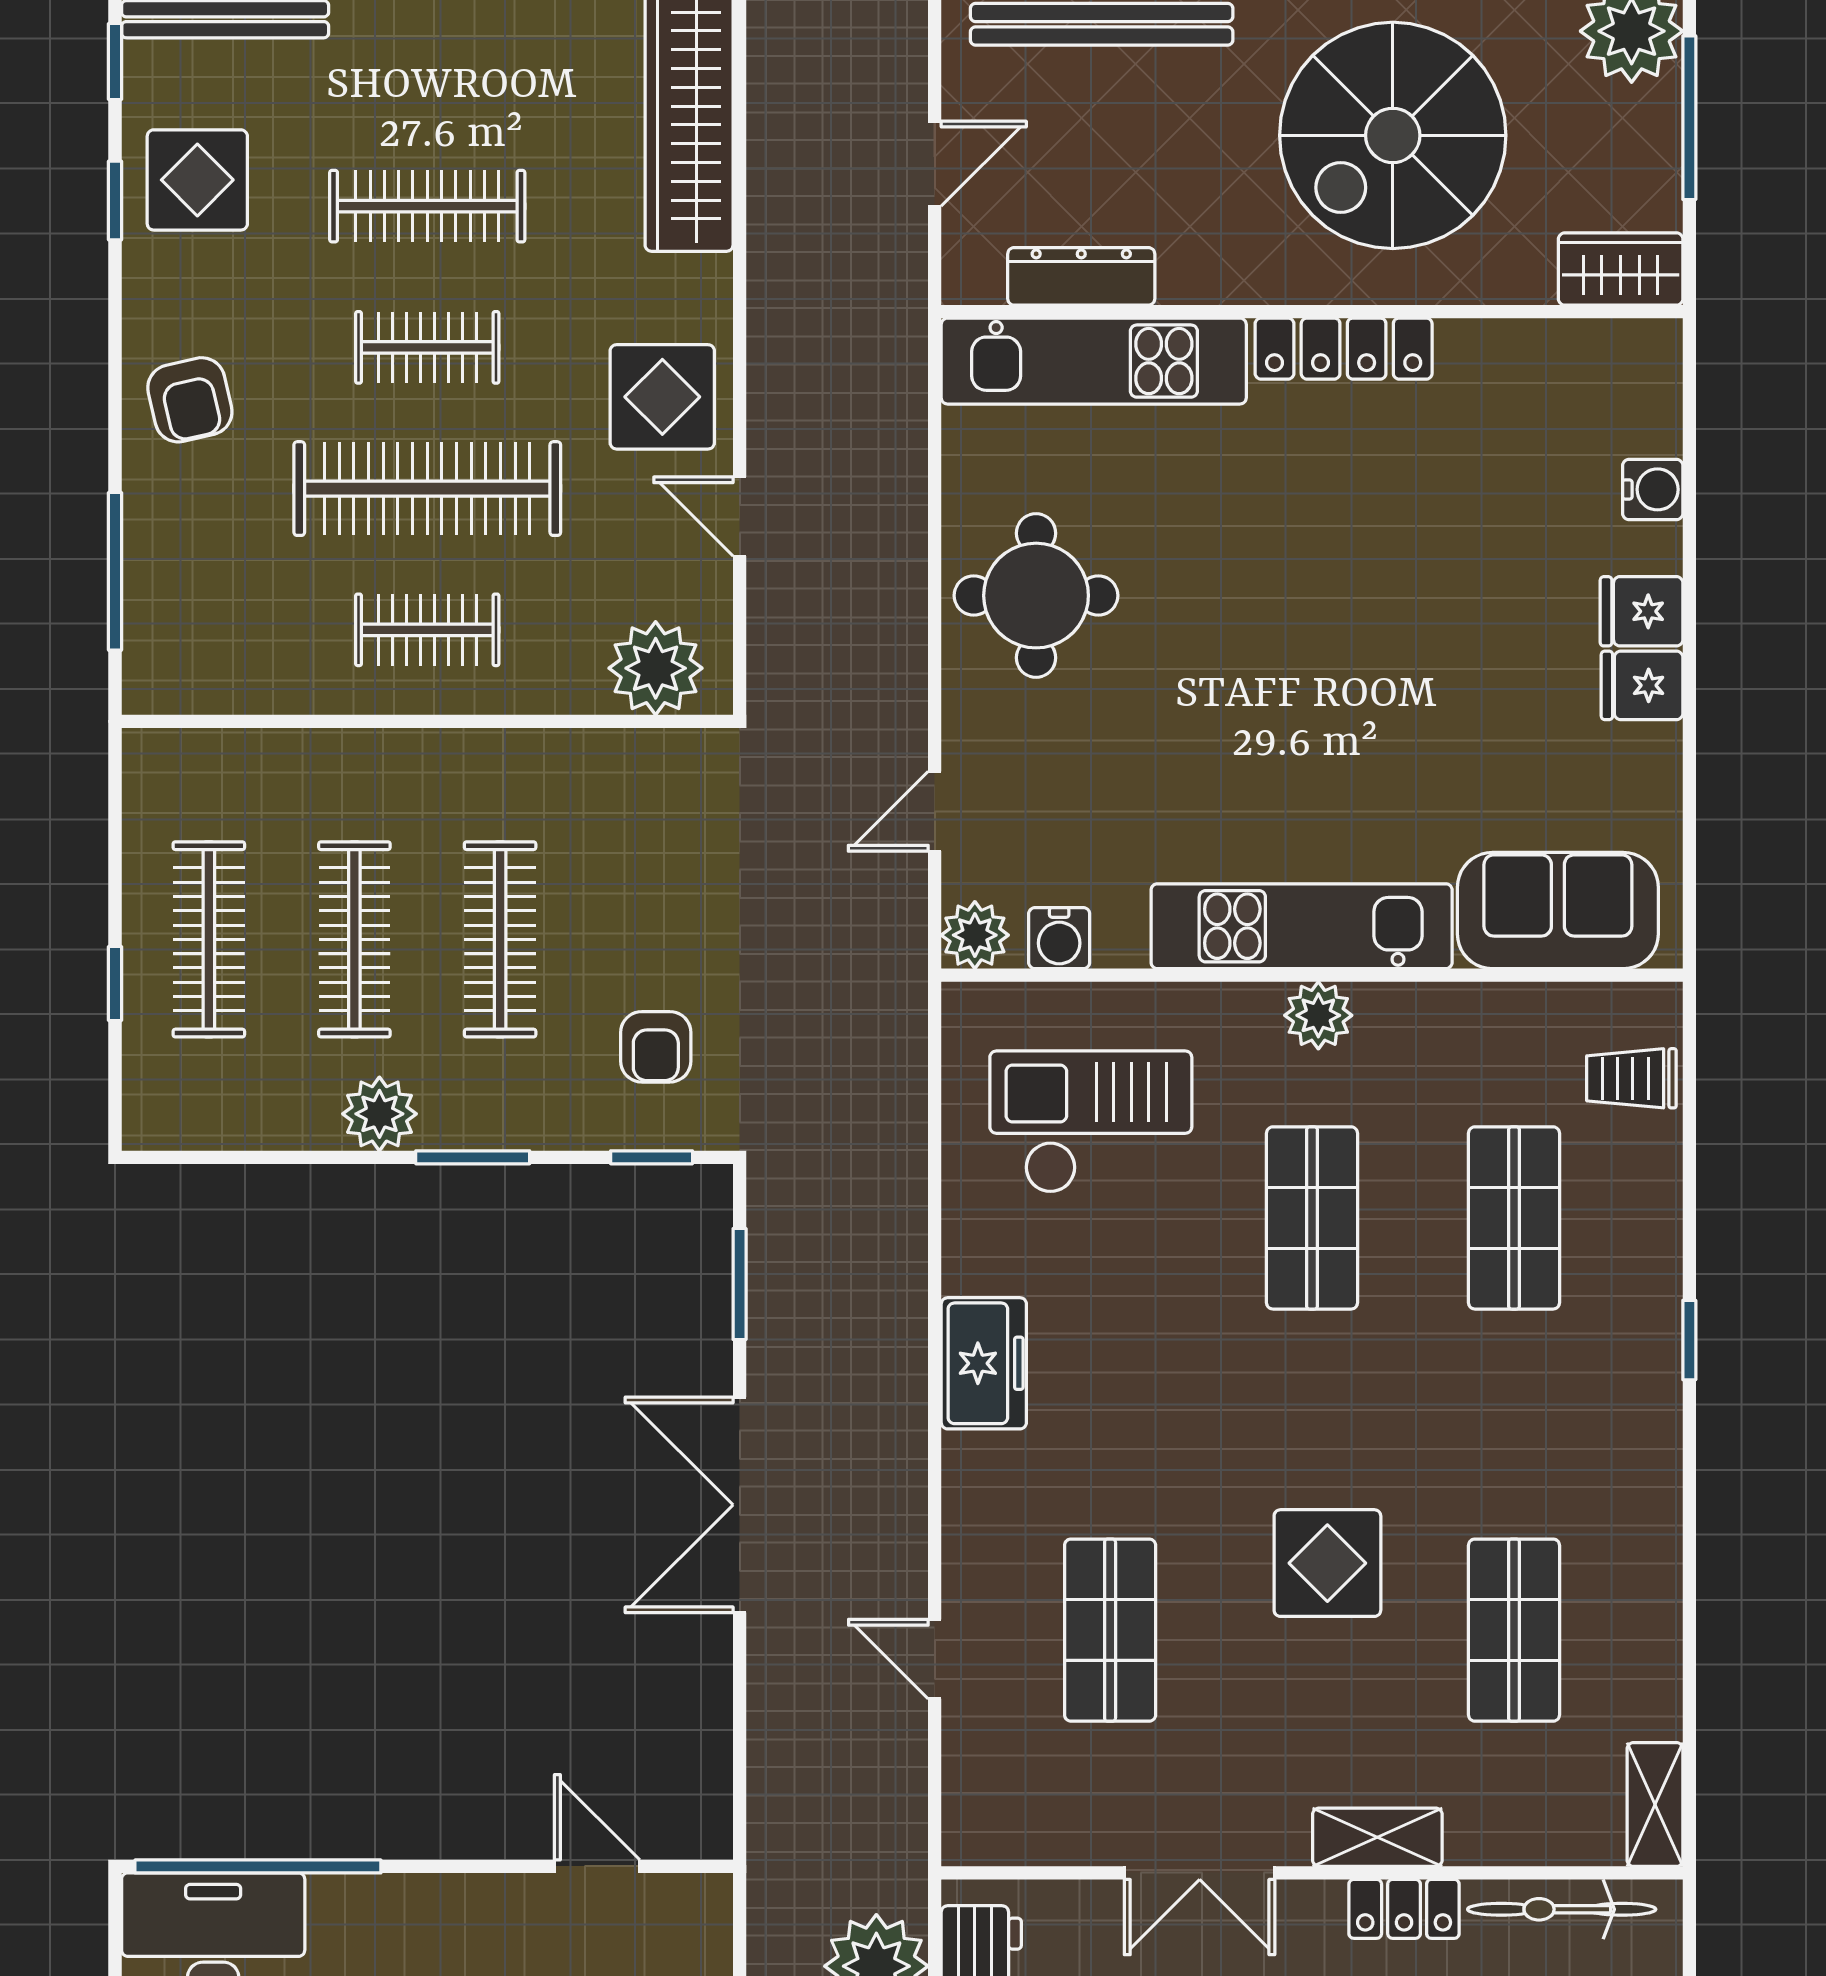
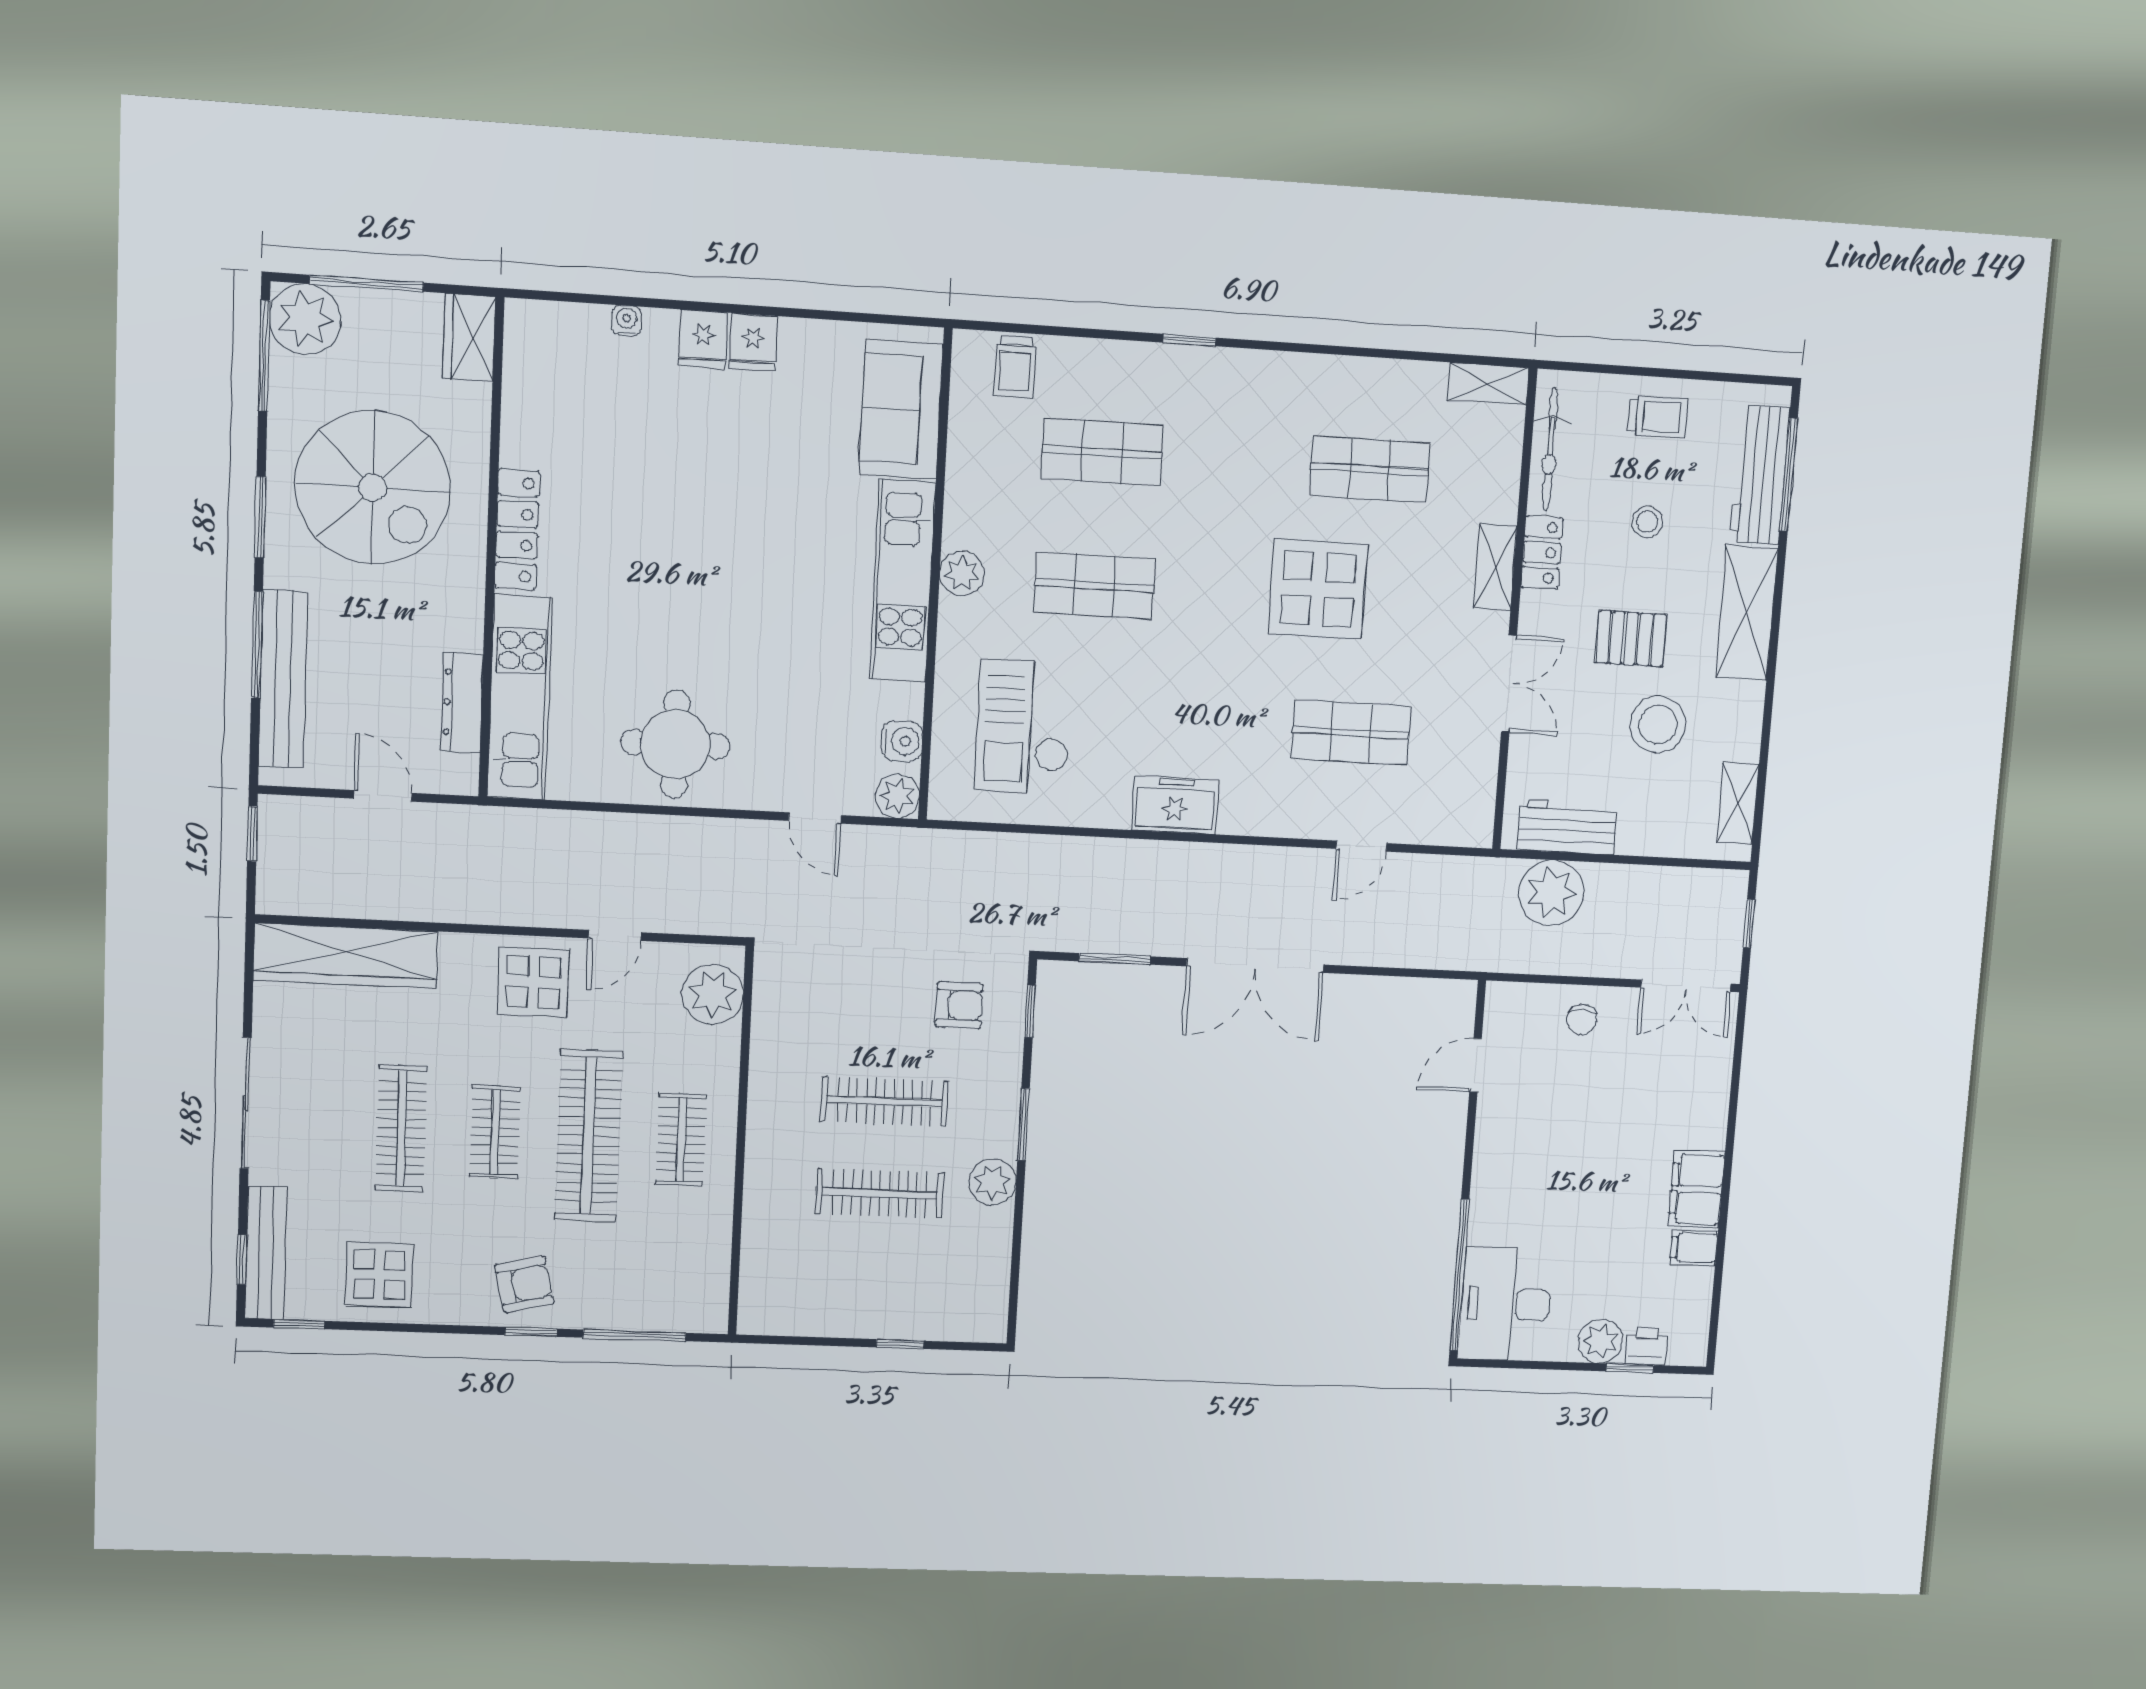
window: (115, 201) -> (531, 1332), moved
water cooler: (1653, 489) -> (627, 321), width x0.72, depth x0.72
clothes rail: (209, 939) -> (875, 1285), removed
display table: (1327, 1563) -> (1318, 589), width x1.36, depth x1.36

